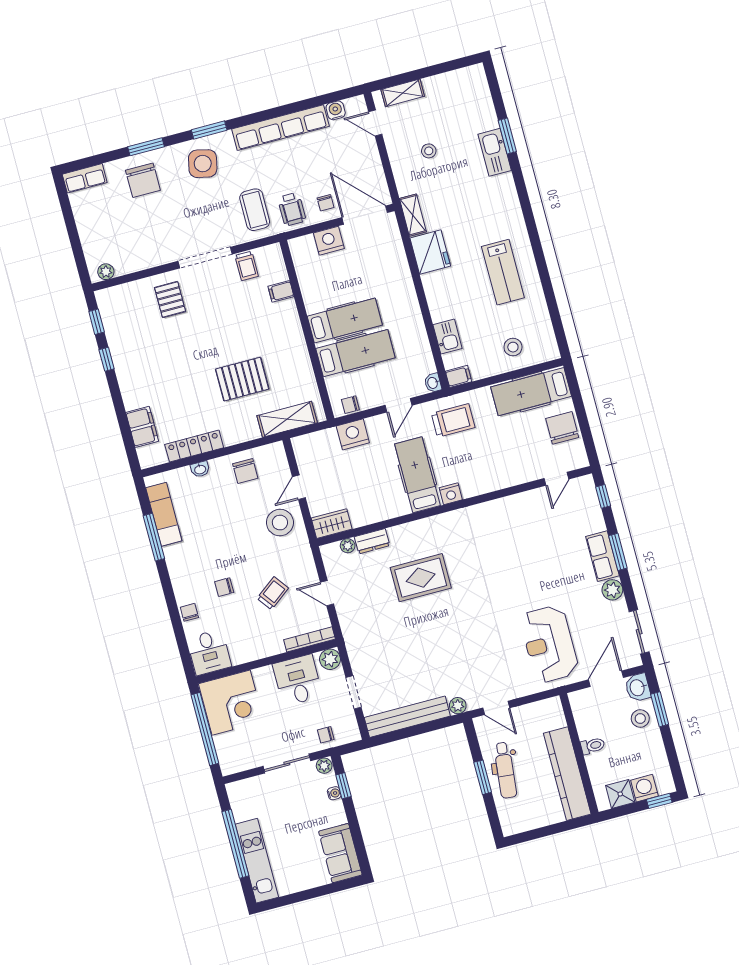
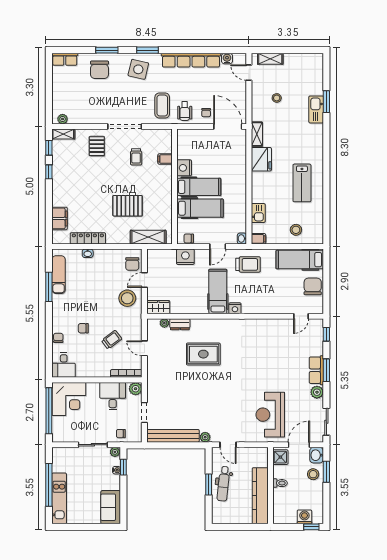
nightstand: (329, 241) -> (184, 168), moved, turned -90
trolley: (247, 266) -> (136, 157), moved
shelving: (113, 294) -> (63, 134), added
chair: (245, 471) -> (132, 264), moved
shower: (620, 794) -> (280, 457), moved

